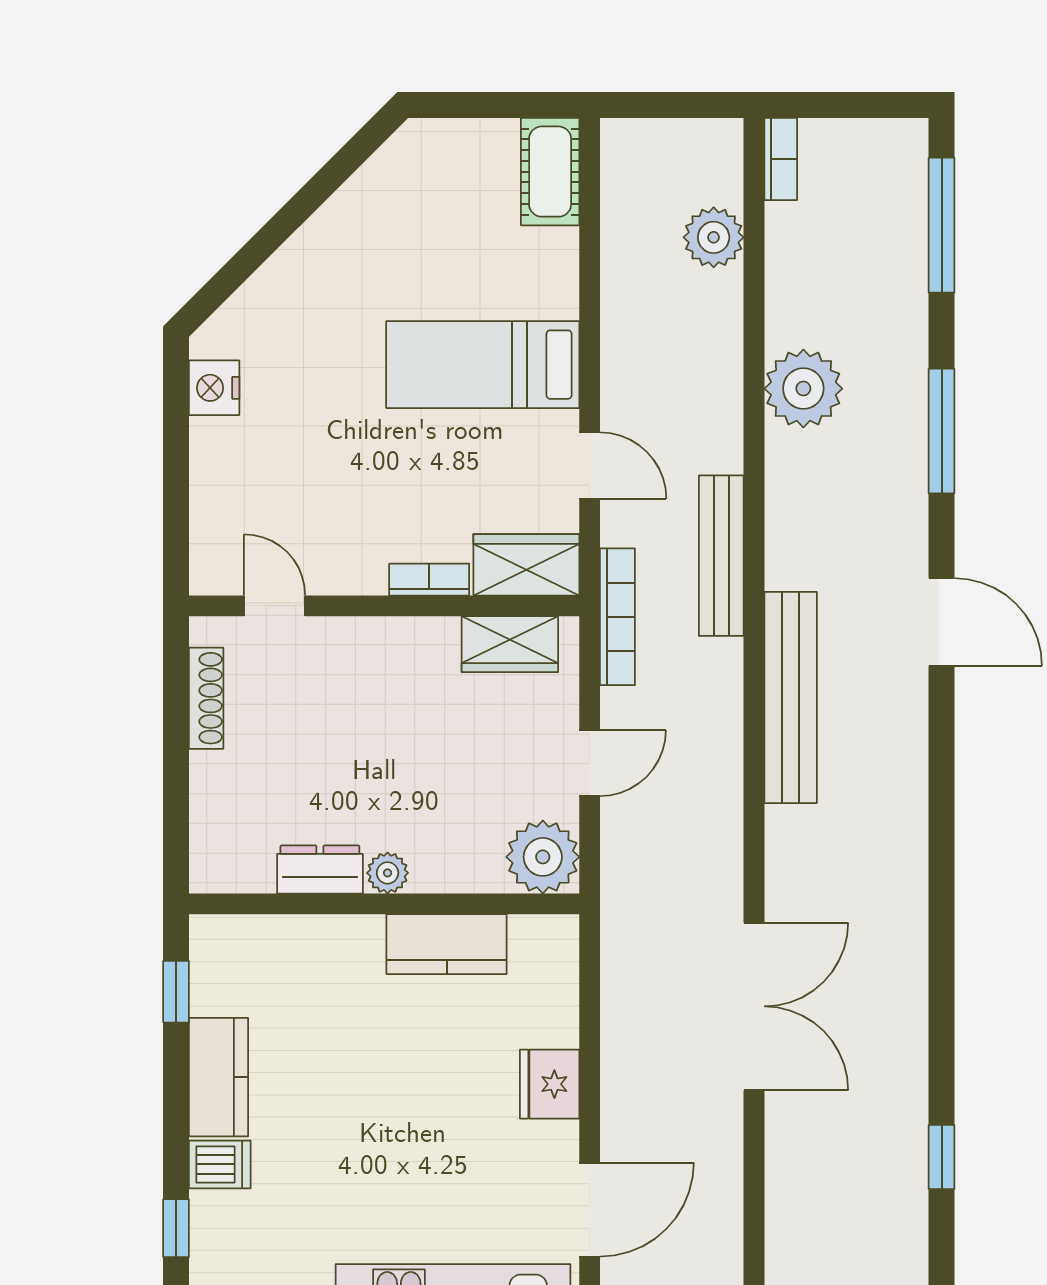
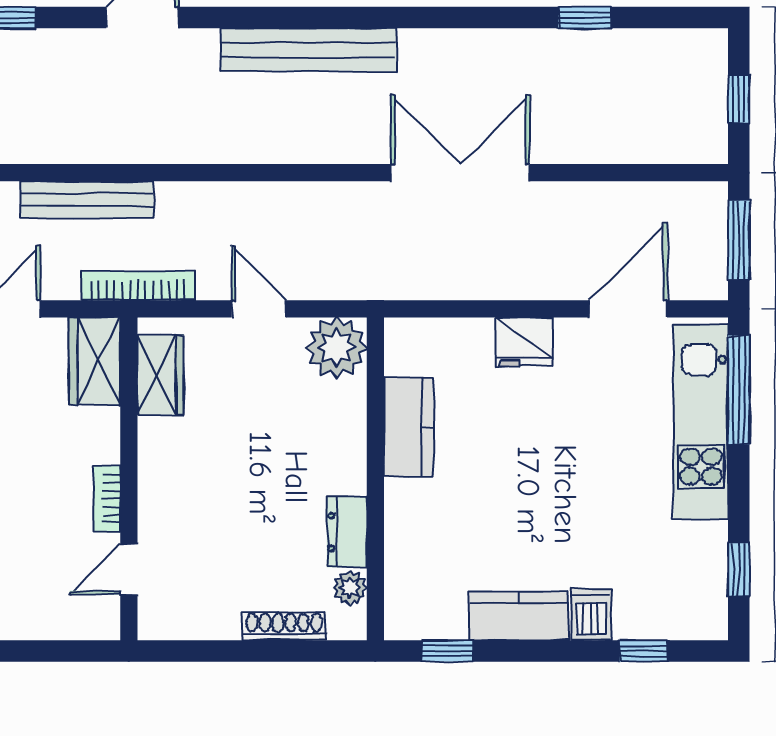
bookcase: (429, 580) -> (107, 499), moved
bench: (791, 697) -> (308, 50), moved
shoe rack: (206, 698) -> (284, 626), moved
plant: (388, 873) -> (350, 588), moved
door: (590, 1210) -> (628, 309), hinge flipped

